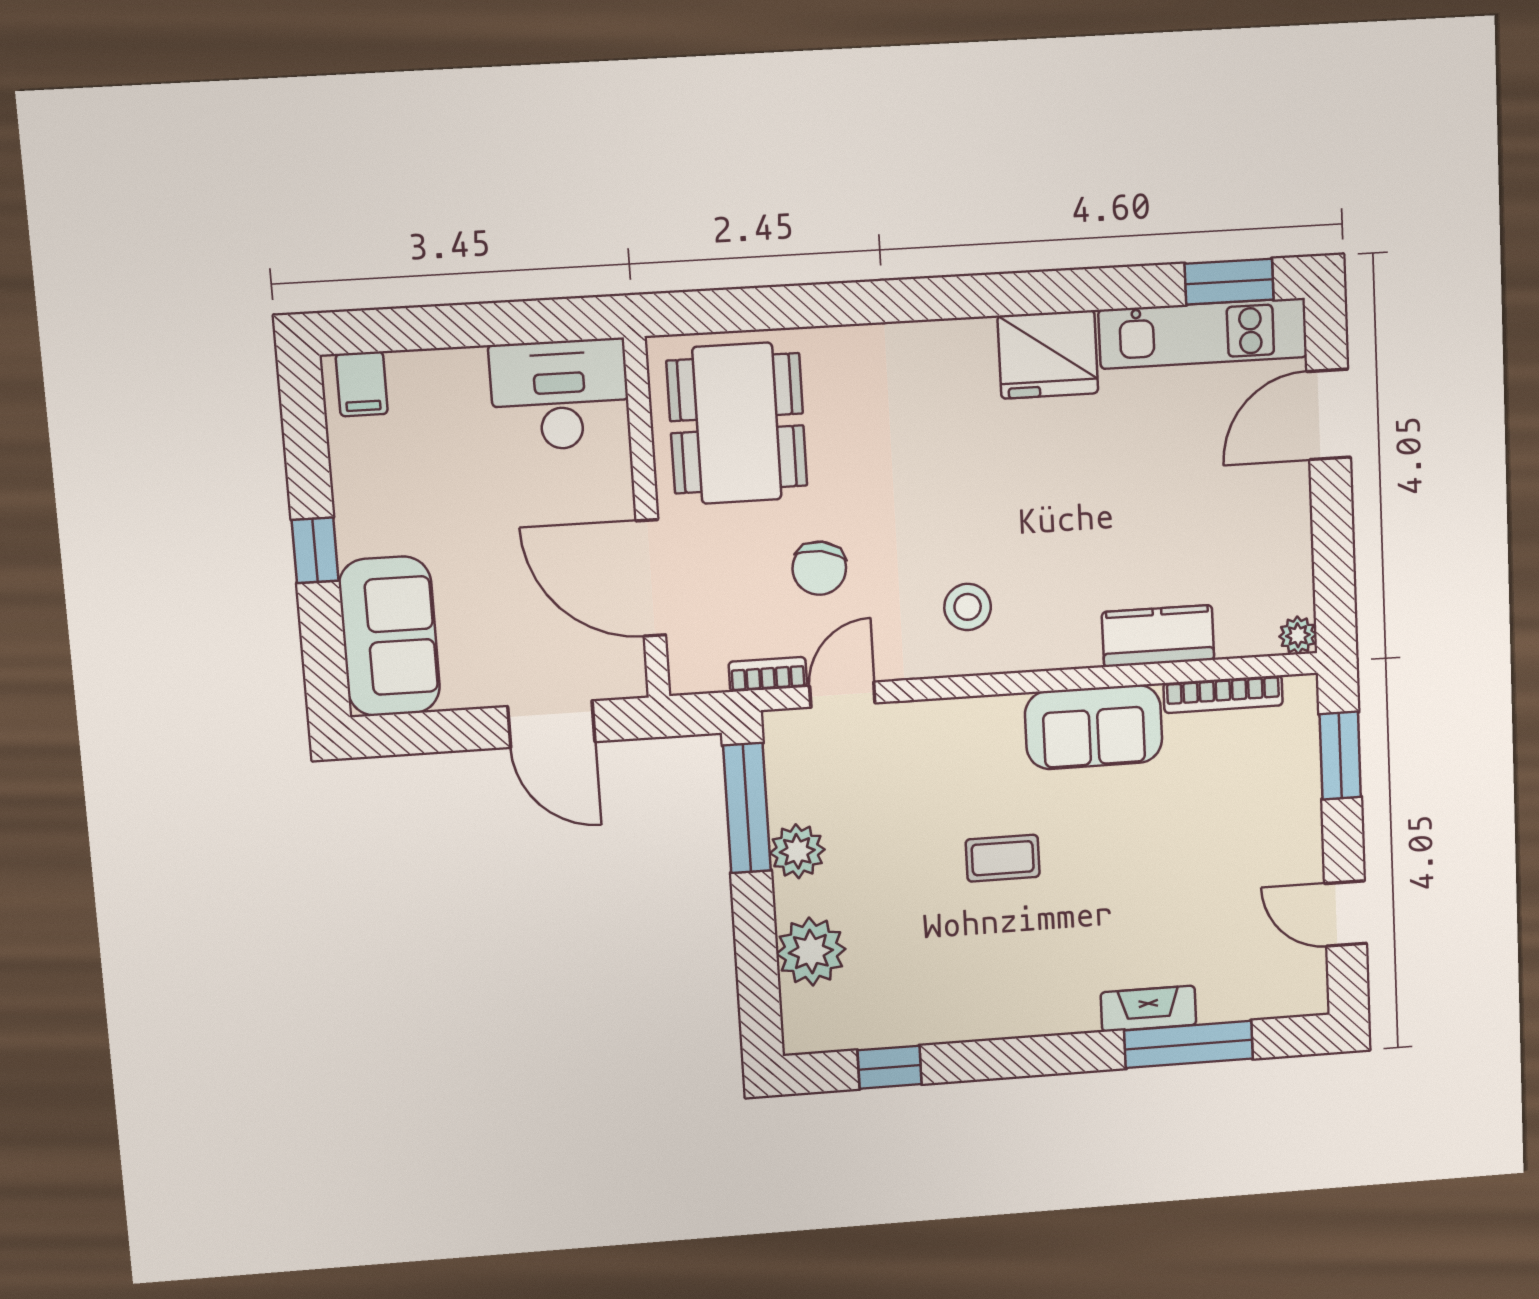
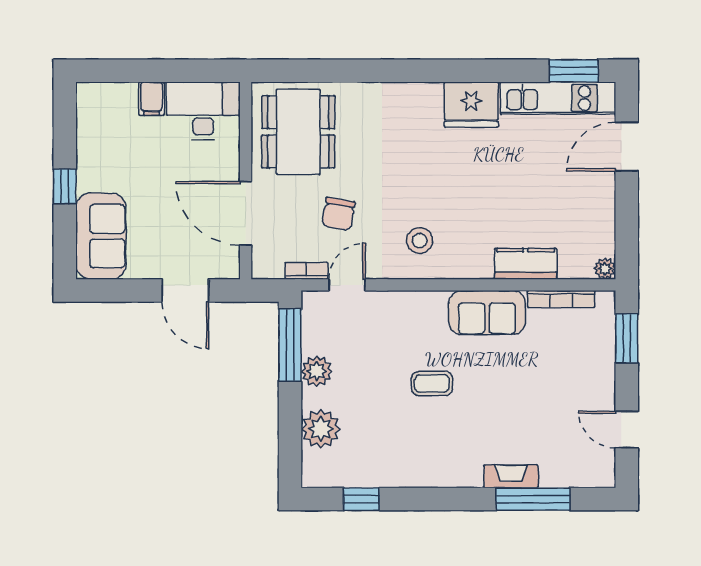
filing cabinet: (362, 384) -> (152, 99), moved

